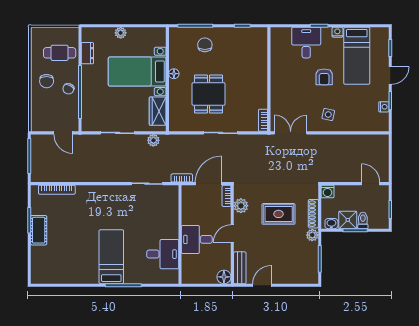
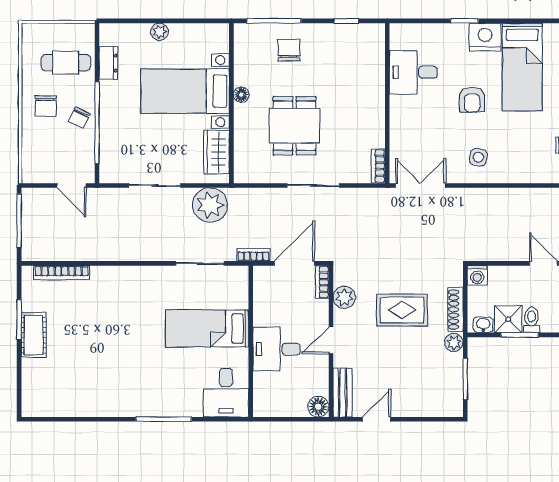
nightstand: (337, 32) -> (485, 37), width x1.89, depth x1.79
desk: (306, 43) -> (413, 72), moved, turned -90
plant: (153, 140) -> (210, 205), width x1.87, depth x1.87
desk: (163, 254) -> (226, 393), moved, turned 90
bed: (111, 257) -> (207, 329), moved, turned -90

